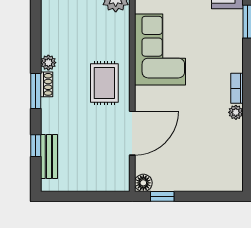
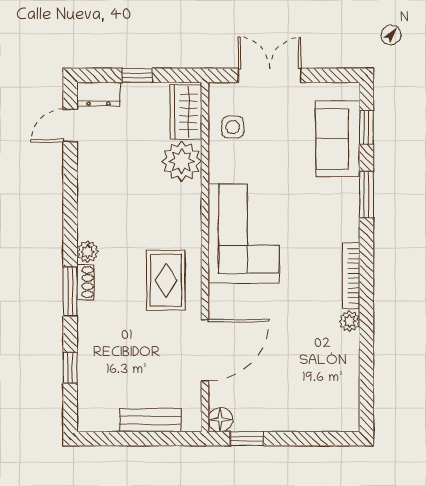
bookcase: (237, 88) -> (351, 276), width x1.56
bench: (49, 157) -> (150, 420), moved, turned 90

